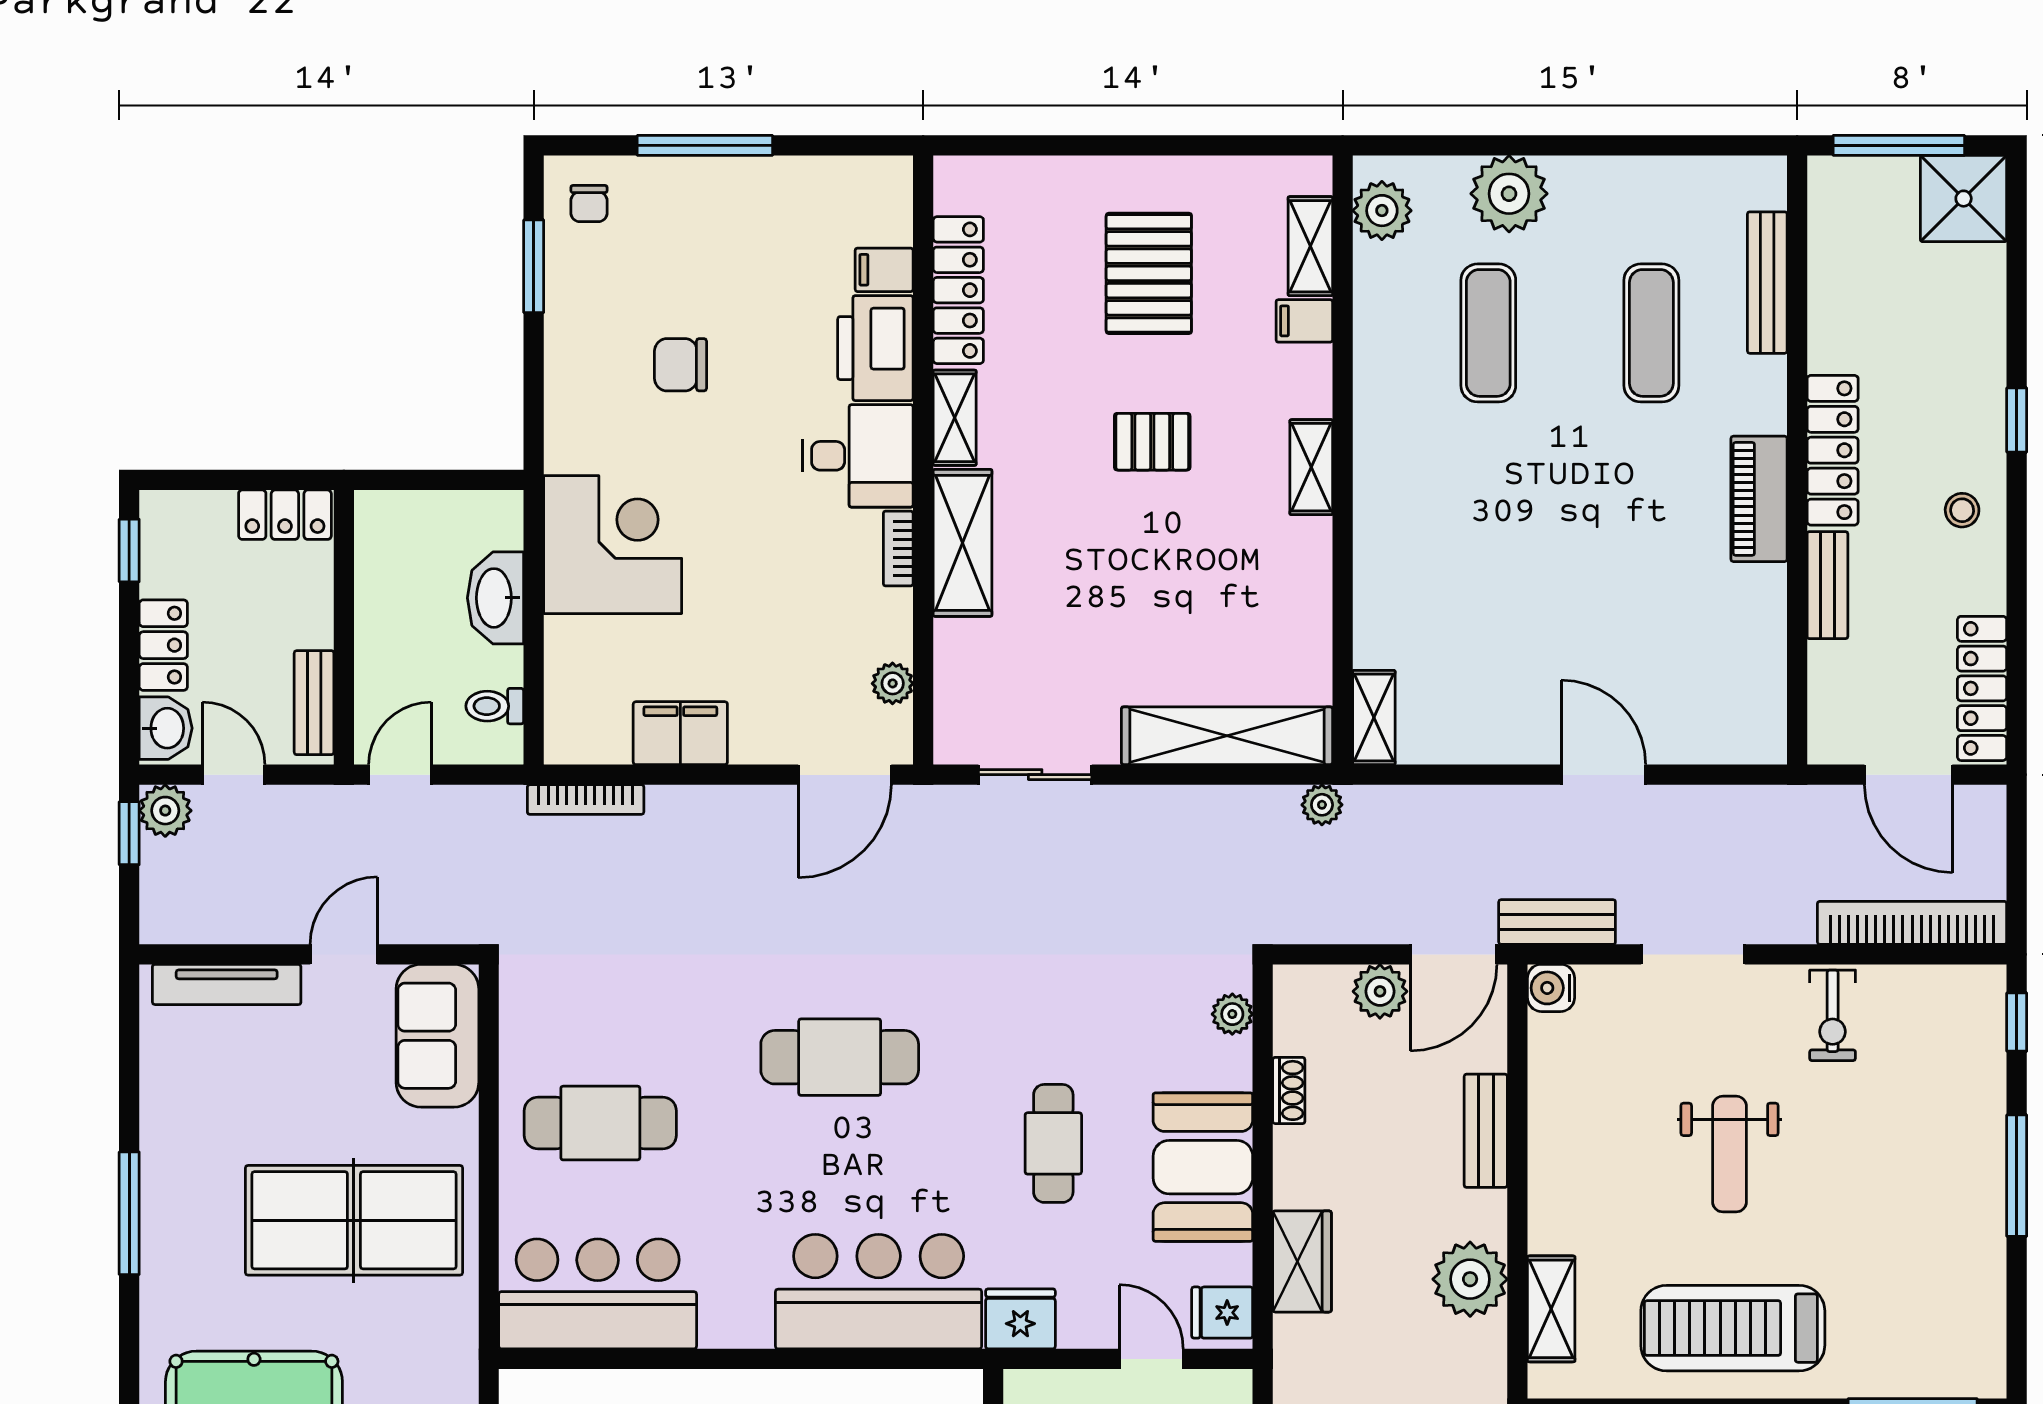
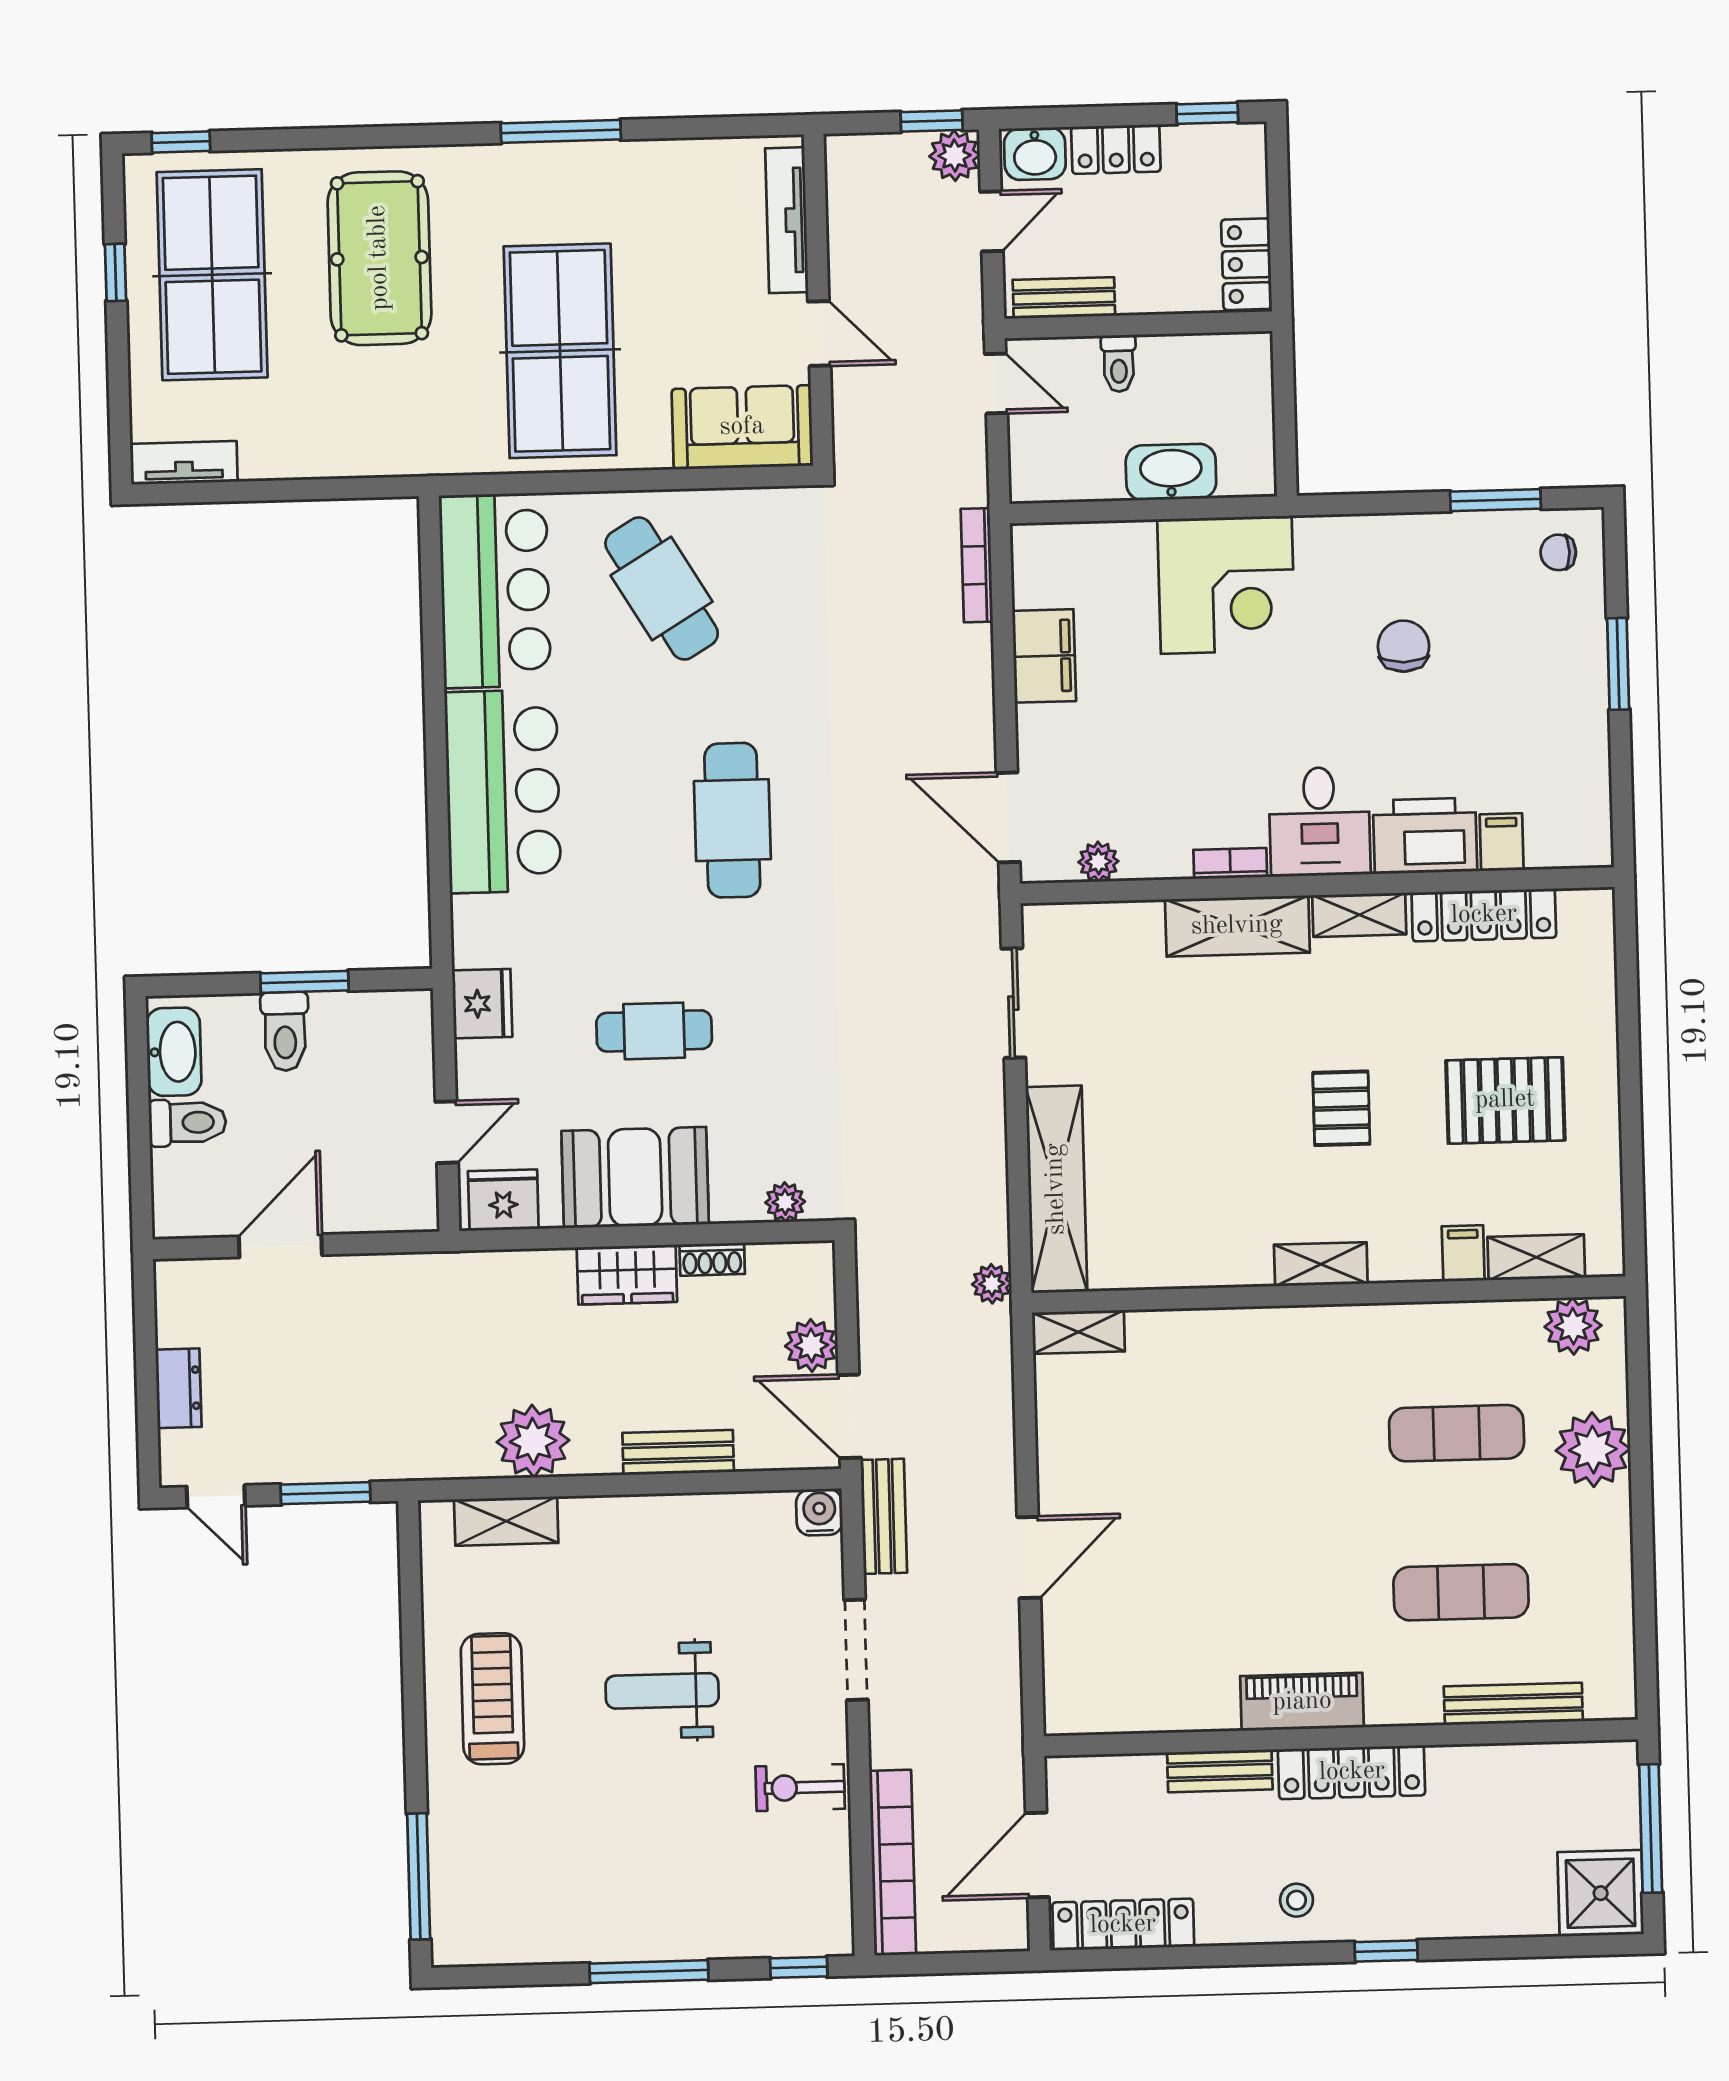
window: (705, 145) -> (1618, 664), width x0.69
toilet: (495, 706) -> (1119, 363), moved, turned 180
cafe table: (600, 1123) -> (662, 588), turned -31
wardrobe: (1302, 1261) -> (627, 1275), moved
bar counter: (879, 1292) -> (503, 791), moved
fridge: (1222, 1313) -> (503, 1200), width x1.38
treadmill: (1733, 1328) -> (492, 1699), width x0.73, depth x0.73

